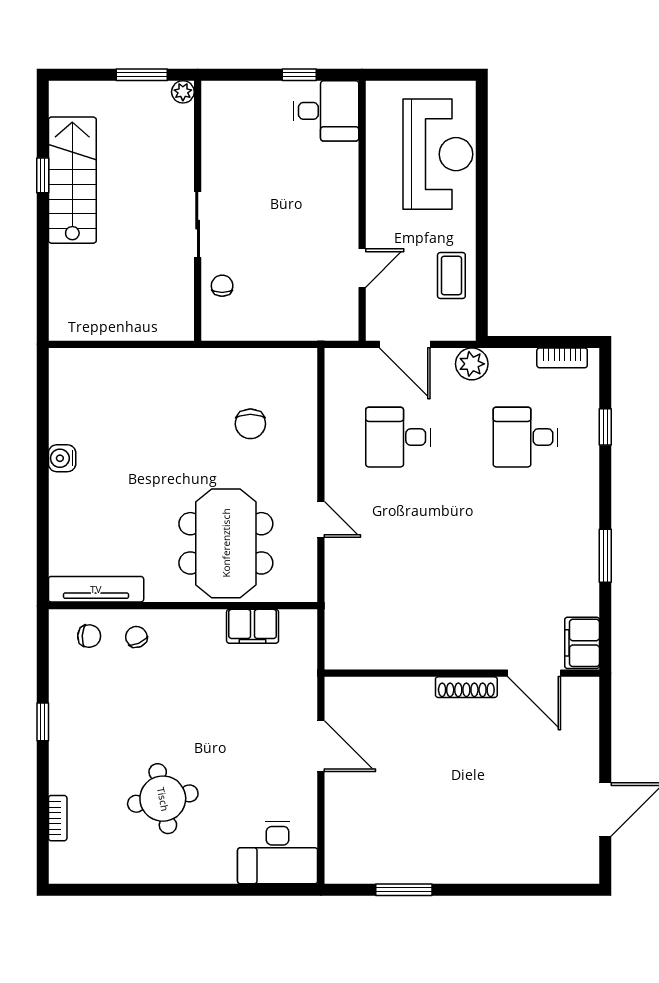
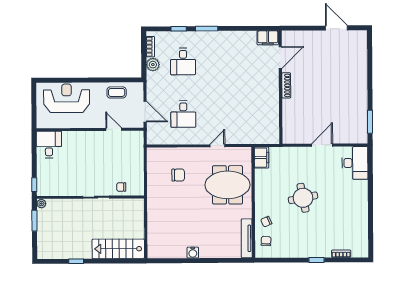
window: (299, 75) -> (34, 185), moved
stairs: (72, 180) -> (118, 249), moved
door: (405, 344) -> (145, 112), hinge flipped
plant: (472, 364) -> (153, 65), moved
window: (605, 556) -> (207, 29), moved
filing cabinet: (253, 626) -> (262, 158), moved
window: (43, 722) -> (316, 260), moved
door: (321, 746) -> (322, 145), moved
round table: (163, 799) -> (303, 198), moved
window: (404, 890) -> (370, 122), moved

